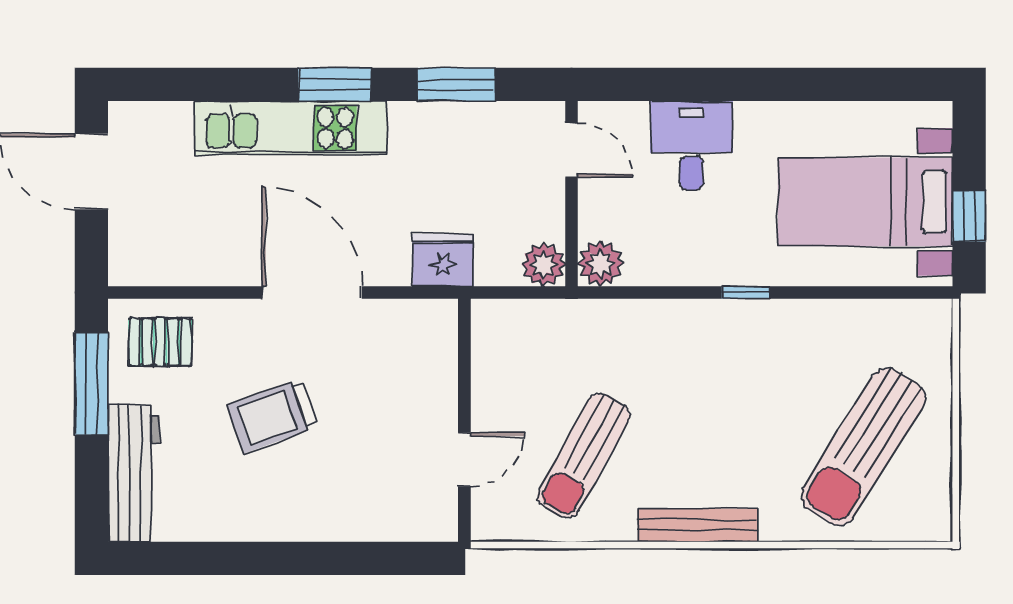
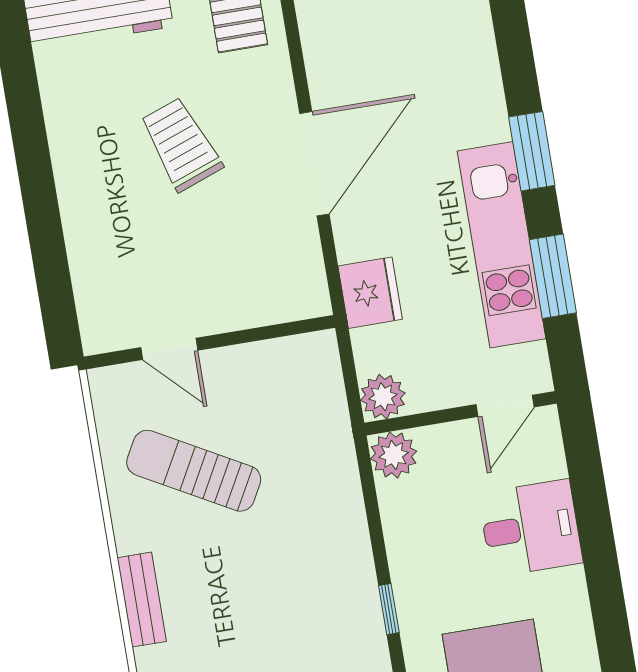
kitchen unit: (291, 128) -> (502, 245), moved
bench: (698, 525) -> (142, 600), width x0.73

